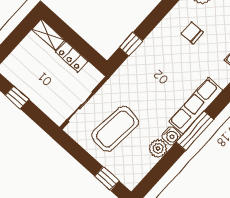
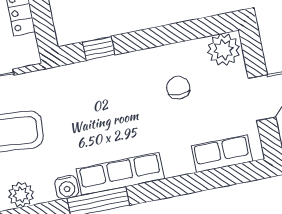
plant: (158, 148) -> (21, 195), moved

